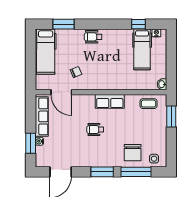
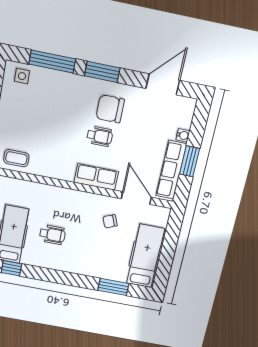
wheelchair: (93, 37) -> (52, 235), moved
row of seats: (110, 101) -> (96, 177), moved
window: (31, 143) -> (190, 161), moved
chair: (133, 153) -> (110, 109), moved, turned -90

